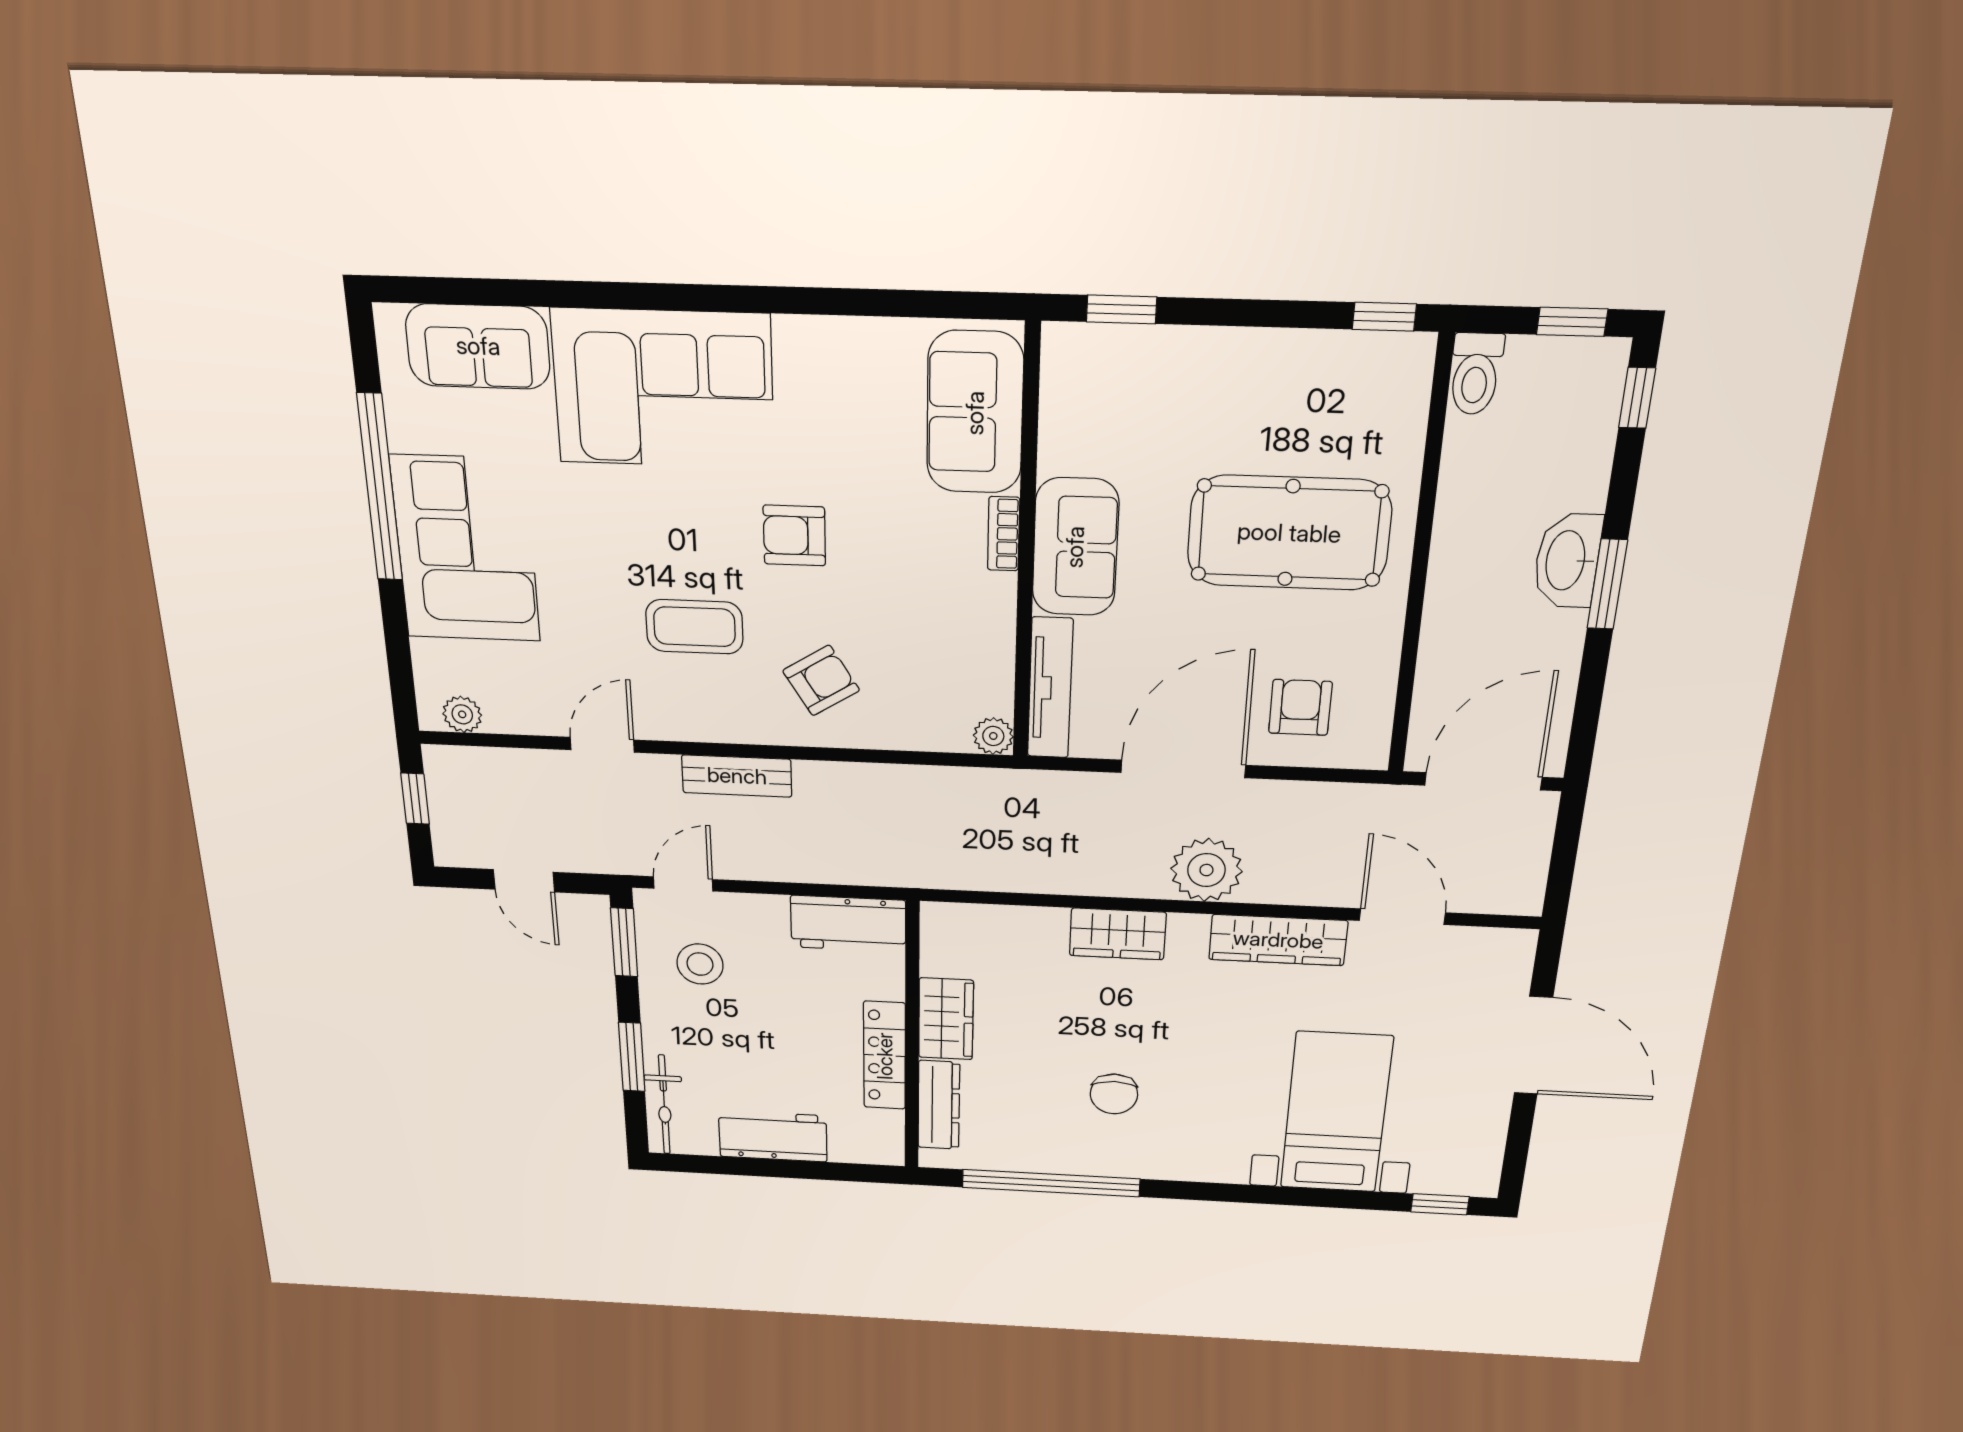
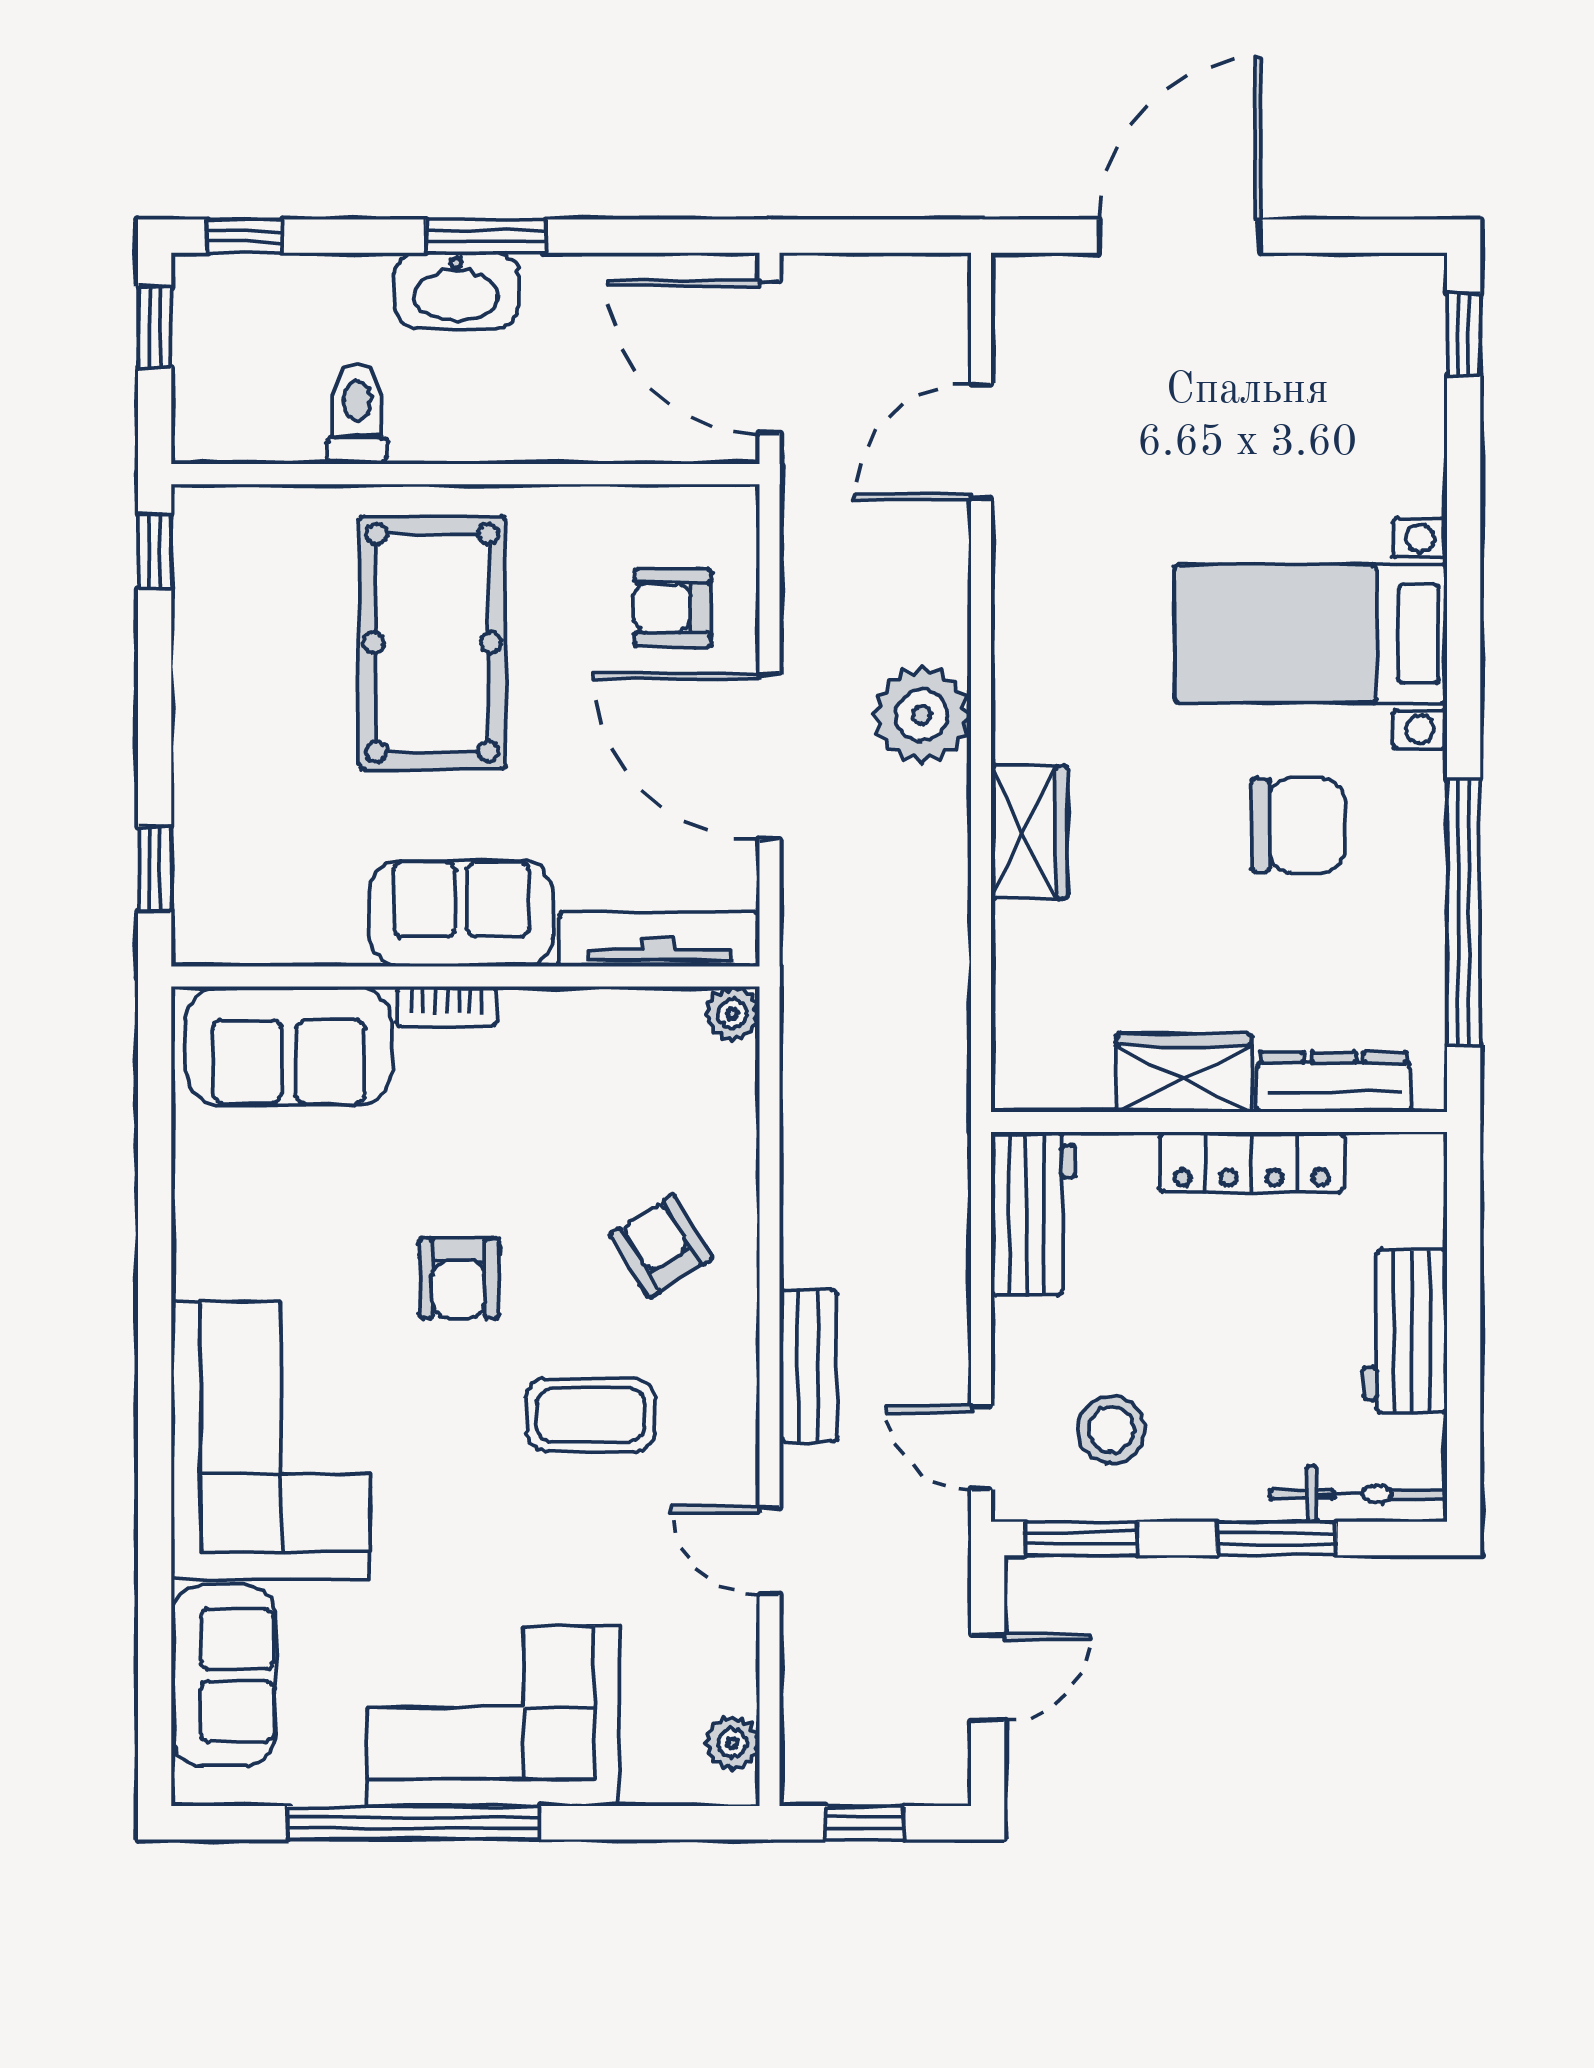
toilet: (1475, 374) -> (357, 414), moved, turned -90
coffee table: (694, 627) -> (591, 1415), turned 90
wardrobe: (1278, 940) -> (1027, 609), removed
chair: (1114, 1094) -> (1298, 825), width x1.37, depth x1.37
bed with nightstands: (1336, 1113) -> (1311, 634), moved

